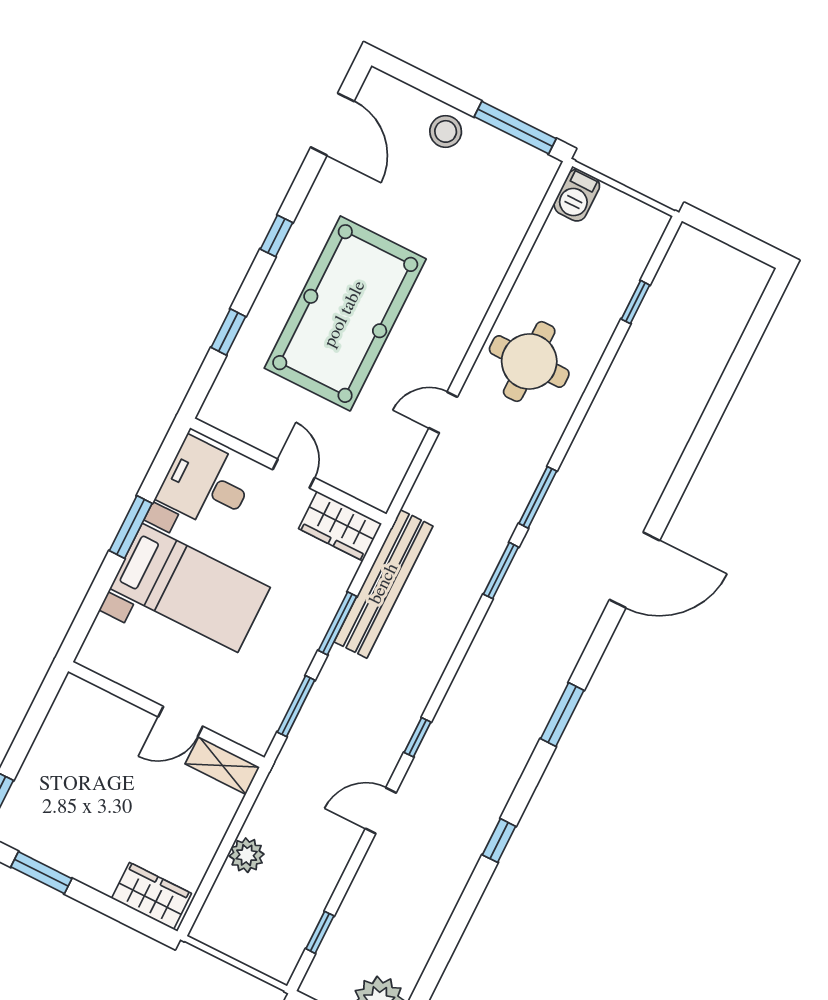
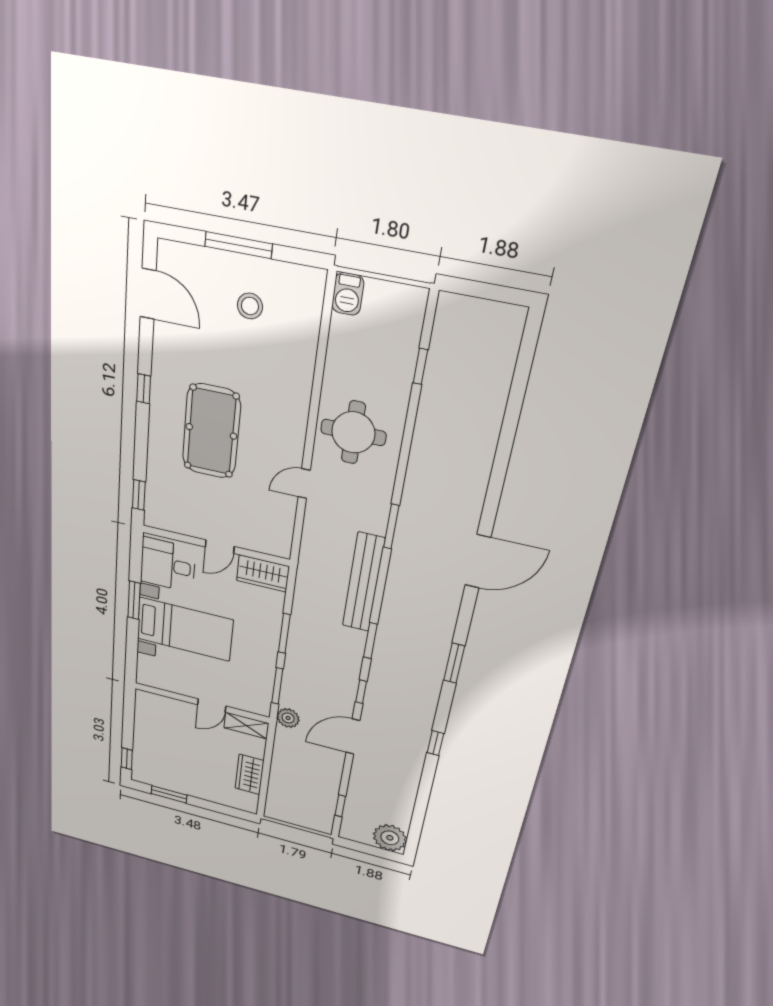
window: (515, 128) -> (238, 245), moved
stool: (446, 131) -> (250, 306), moved
pool table: (345, 314) -> (211, 431), width x0.73, depth x0.76
window: (228, 332) -> (139, 495), moved
door: (294, 474) -> (220, 547), swing flipped
window: (501, 571) -> (370, 641), moved
bench: (384, 584) -> (363, 582), moved
door: (381, 811) -> (353, 737), width x1.38
plant: (247, 855) -> (288, 718), moved
wardrobe: (151, 896) -> (250, 774), moved, turned -90

